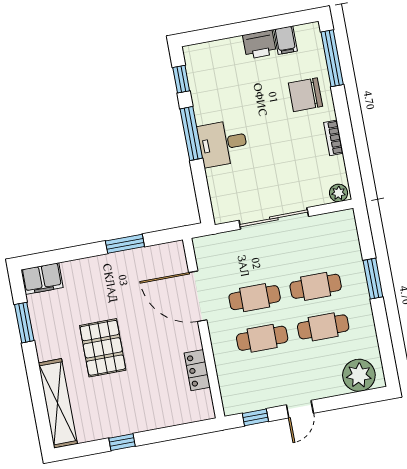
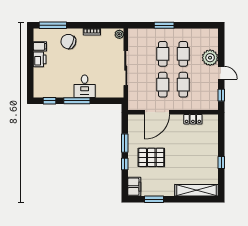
chair: (305, 95) -> (68, 42), turned 113
window: (83, 251) -> (125, 164), added
pallet: (103, 348) -> (151, 157), moved
plant: (359, 375) -> (210, 58), moved

